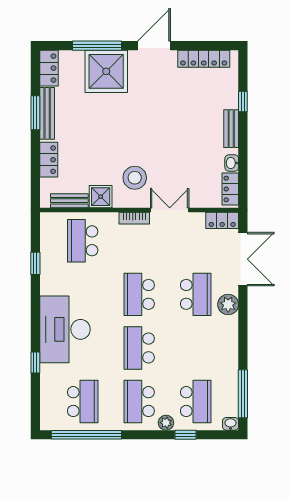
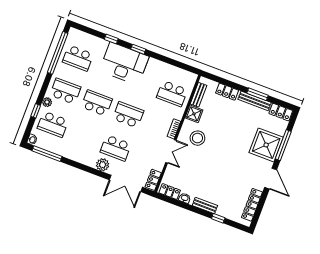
school desk: (83, 241) -> (172, 94), turned 180
window: (35, 263) -> (138, 49), moved

